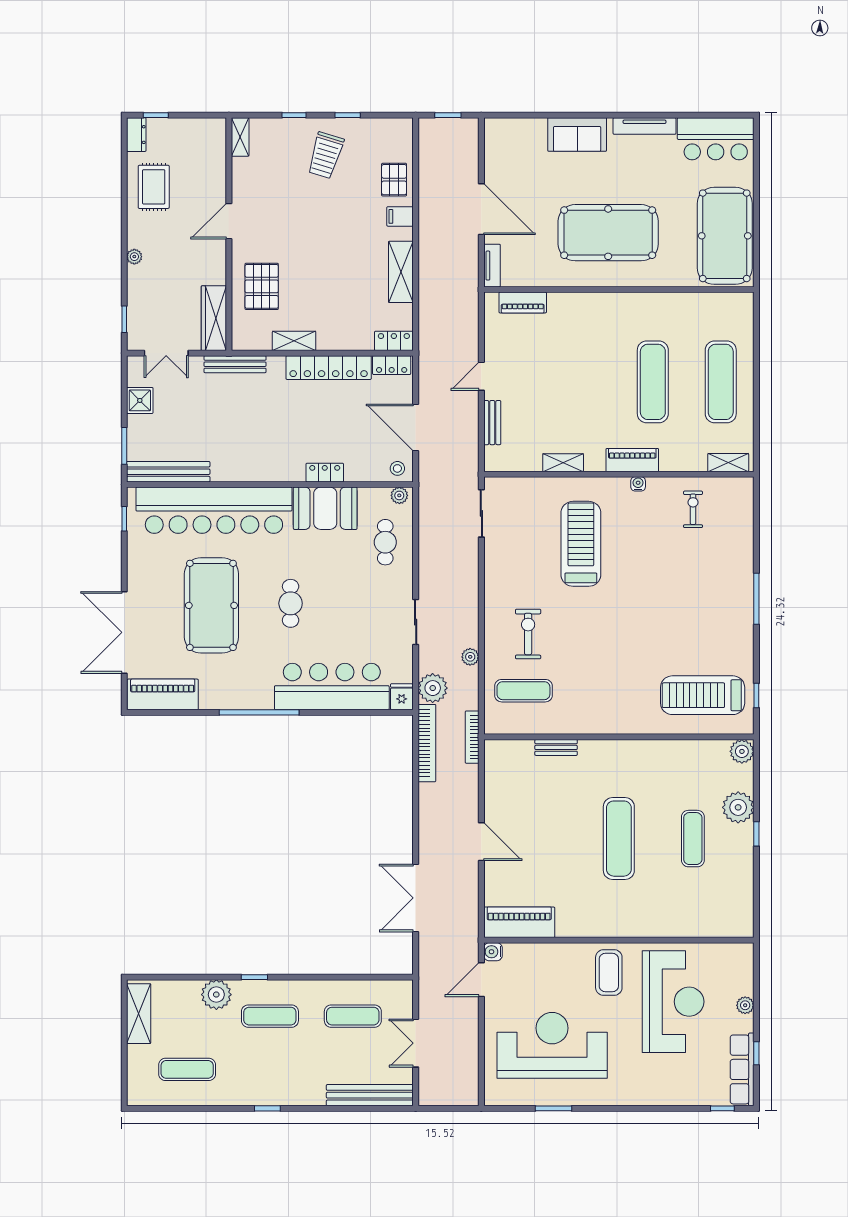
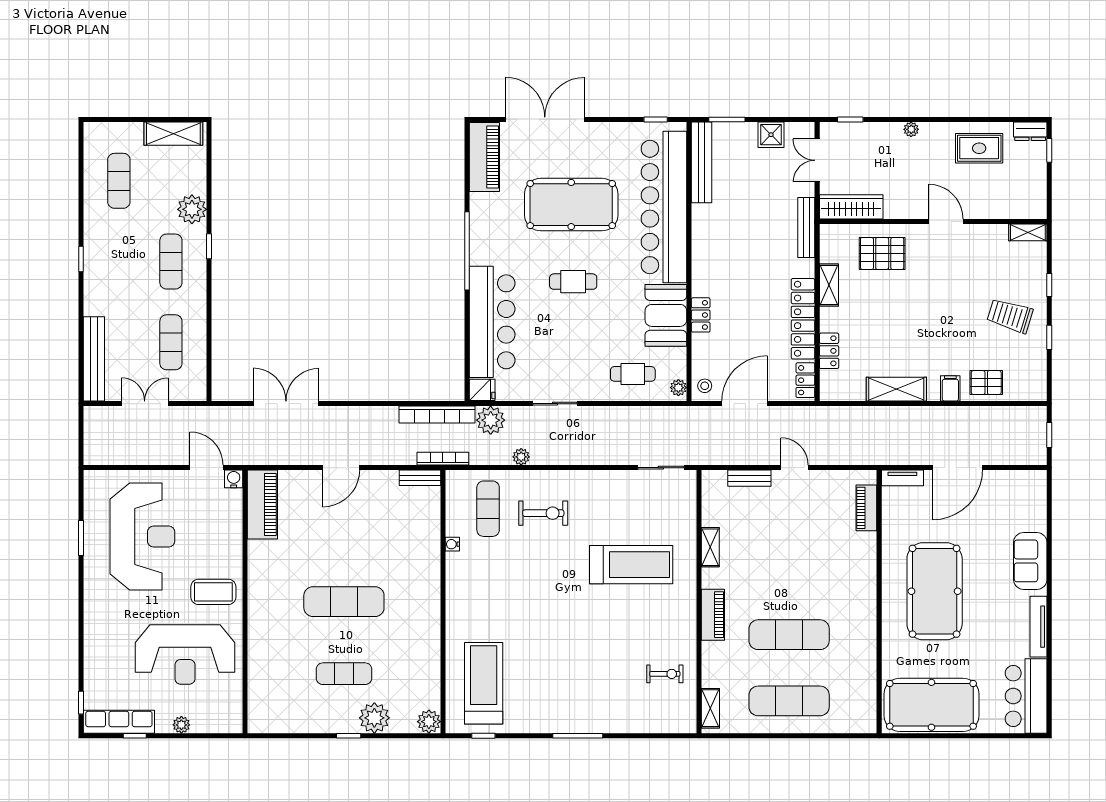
locker: (394, 341) -> (829, 351), moved
water cooler: (638, 484) -> (452, 544), moved, turned 180
bench: (556, 747) -> (420, 478), moved, turned 90

